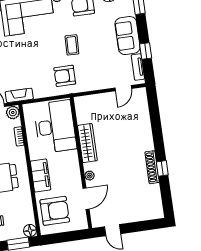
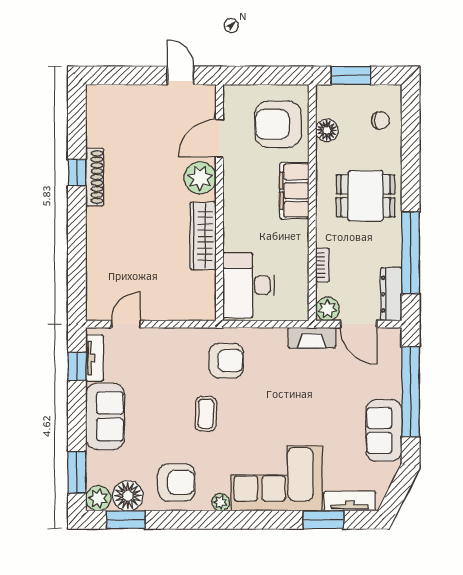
window: (146, 51) -> (77, 366), moved
desk: (55, 127) -> (248, 285), width x0.73, depth x0.77
plant: (90, 176) -> (200, 178), width x1.87, depth x1.87
floor lamp: (30, 231) -> (327, 130), moved

